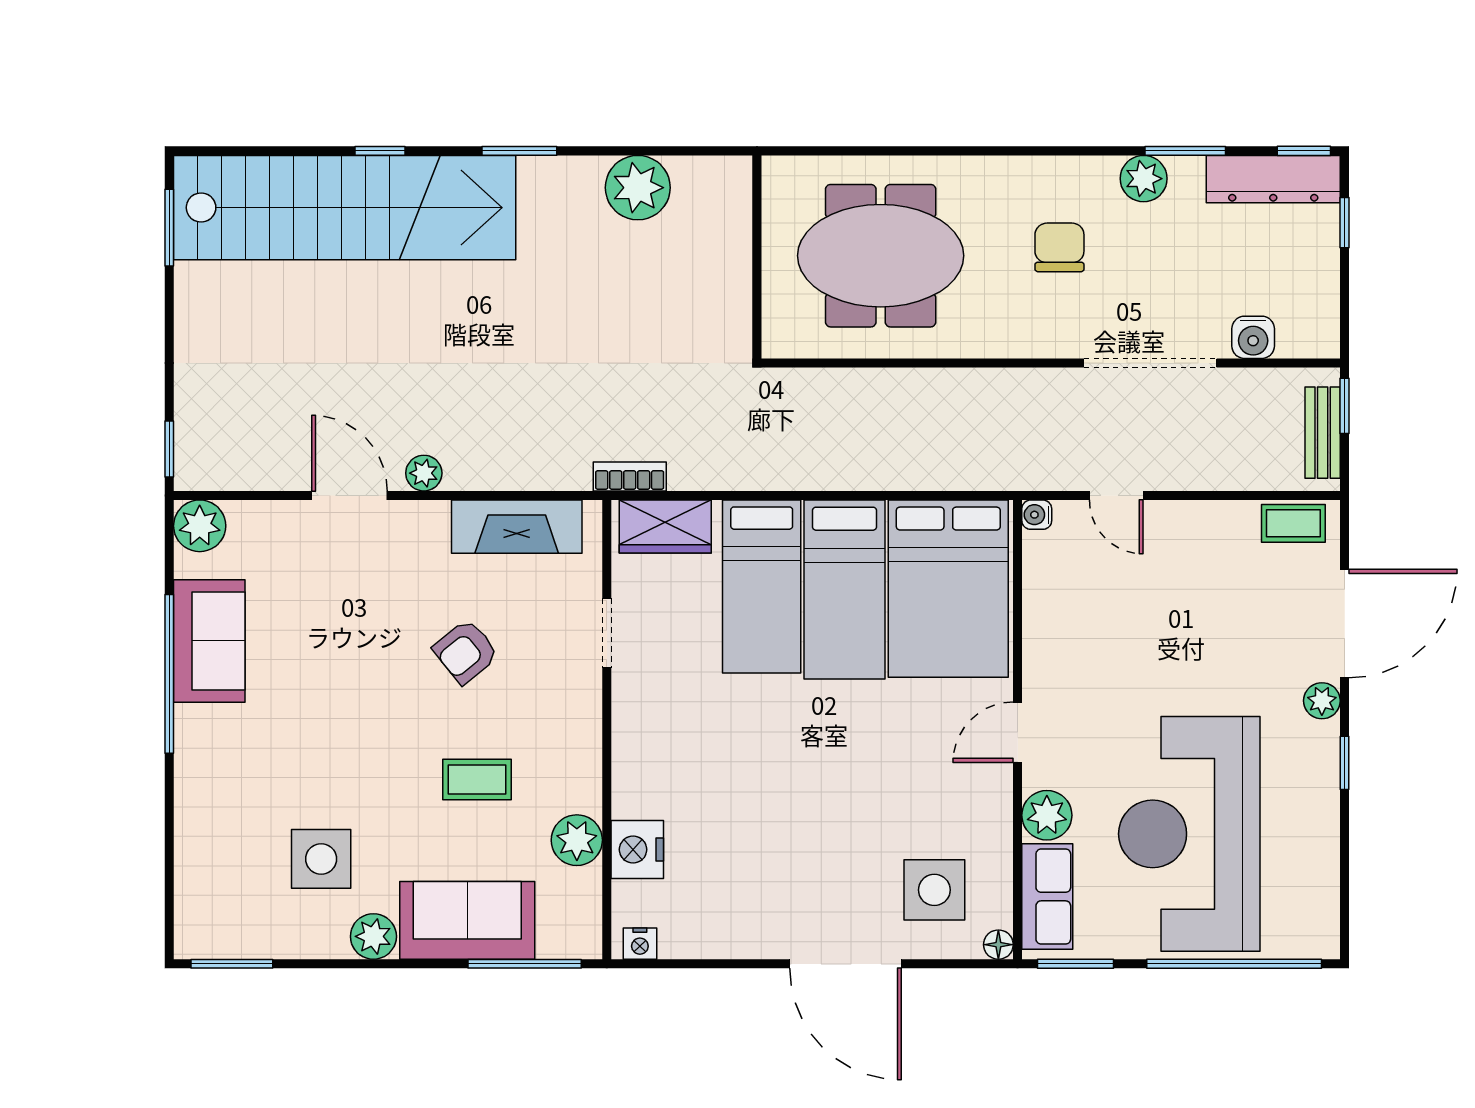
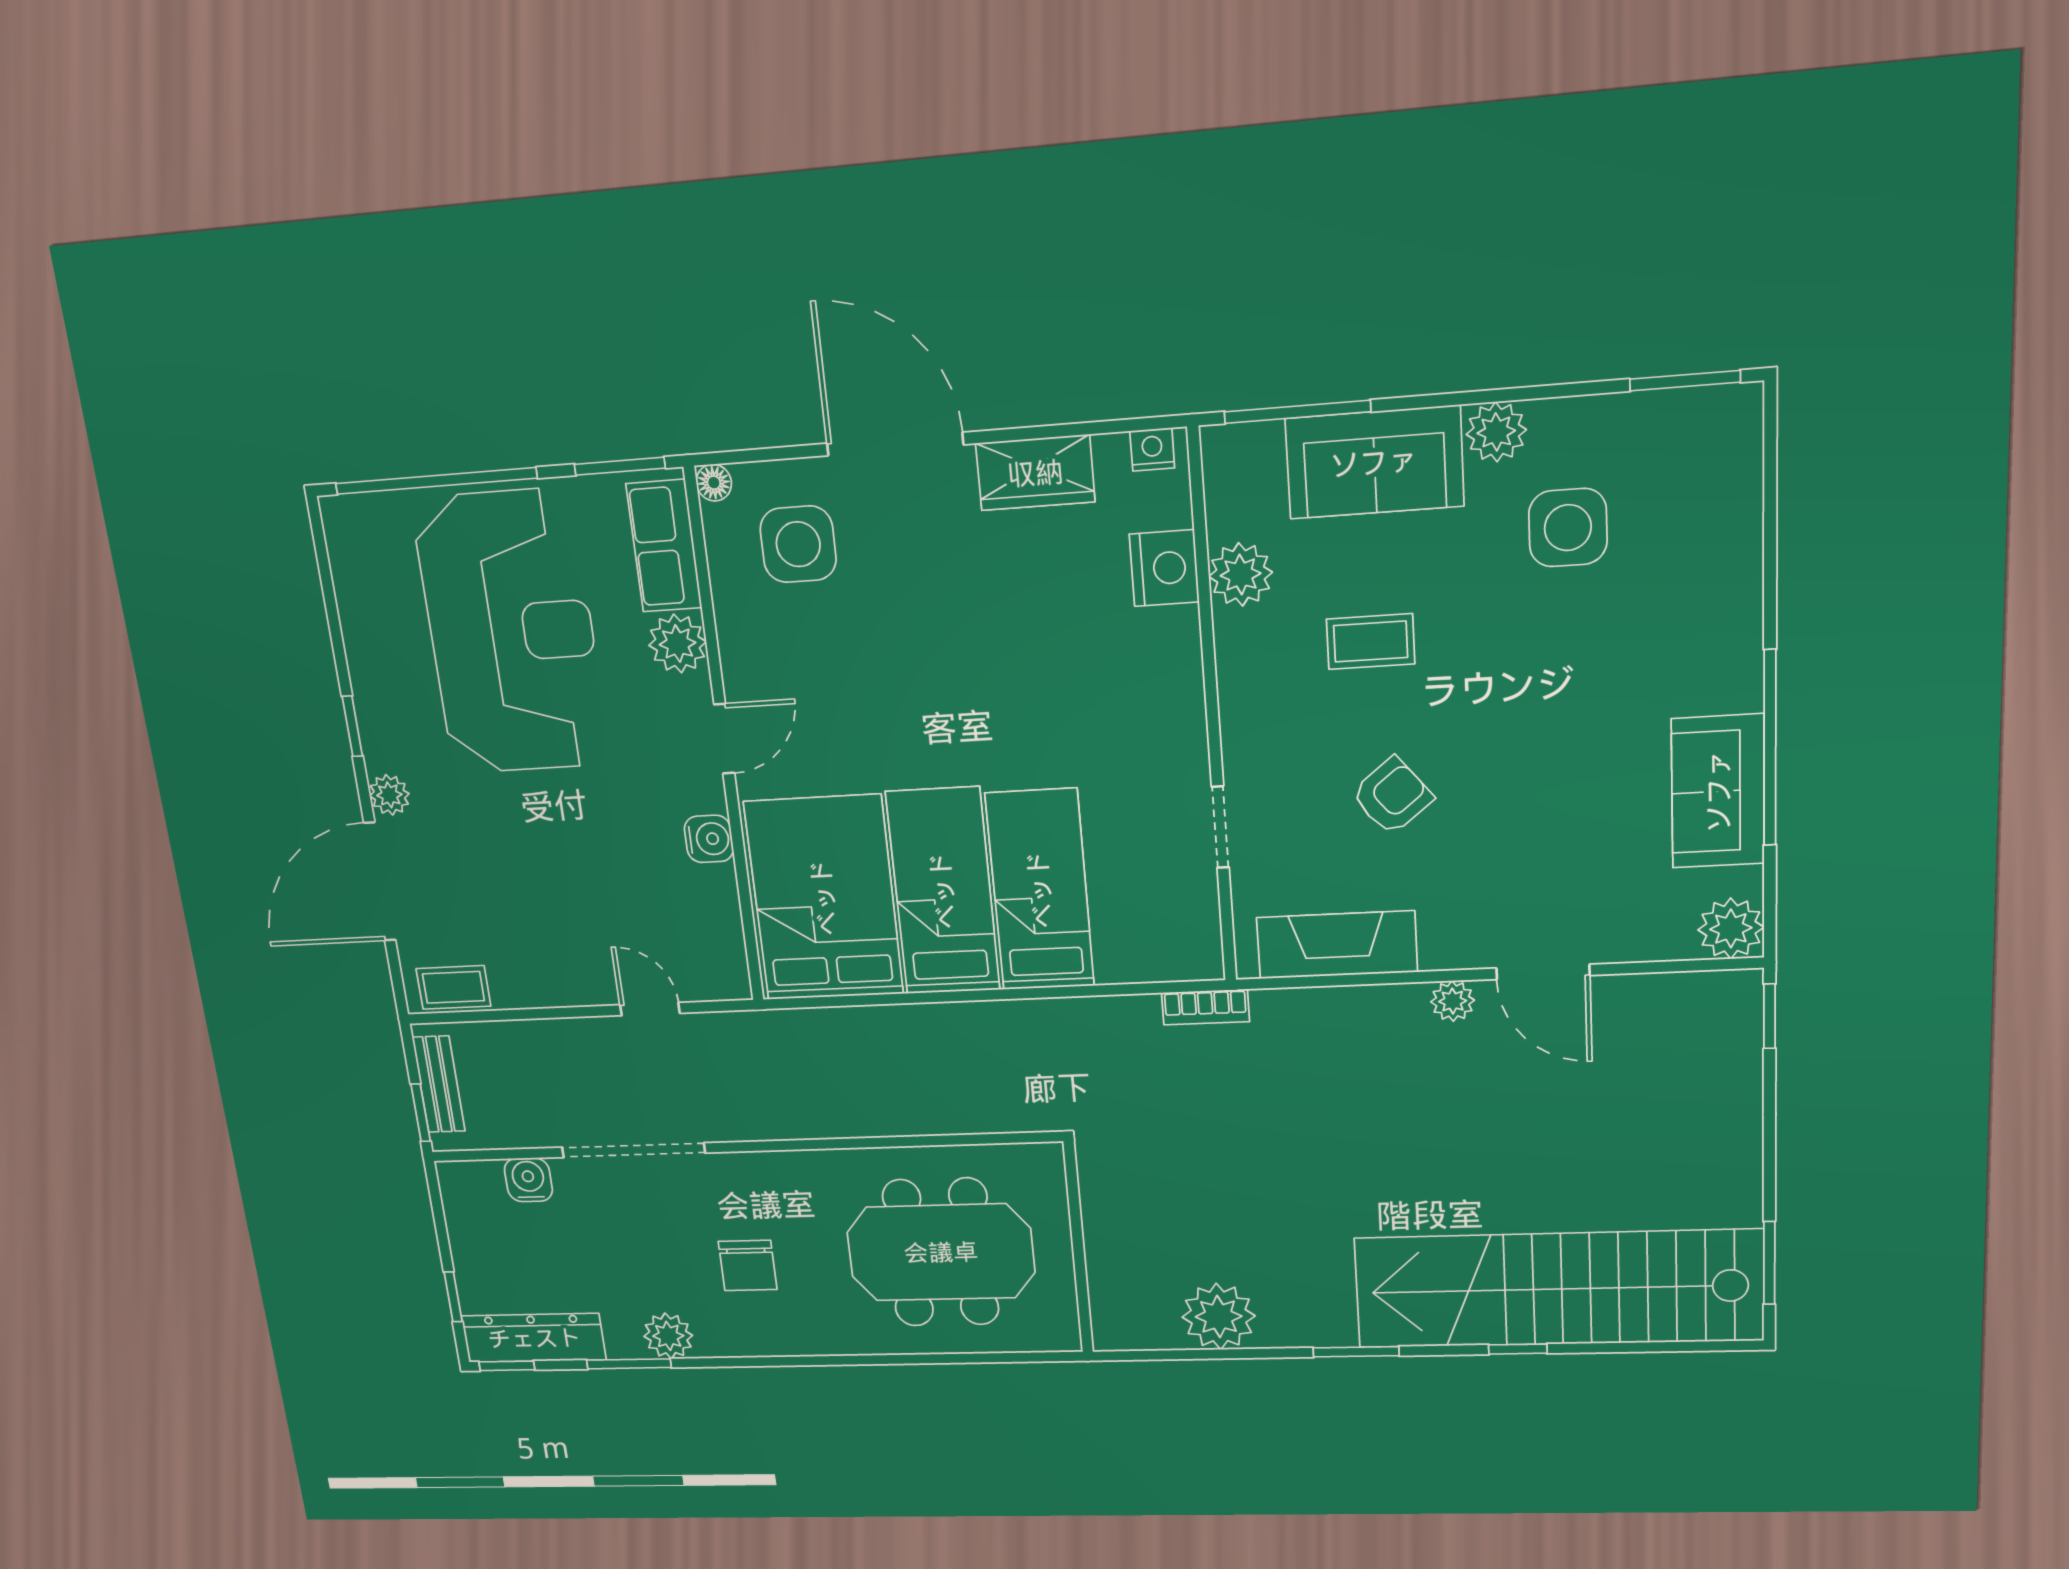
water cooler: (1037, 515) -> (709, 839), moved, width x1.38, depth x1.38
wardrobe: (665, 527) -> (1035, 473), moved, turned 180

